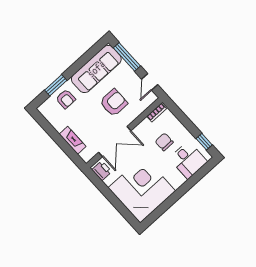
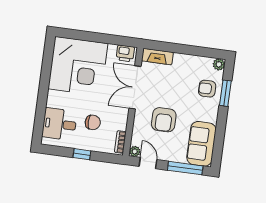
sofa: (96, 69) -> (201, 144), width x0.73
plant: (152, 98) -> (135, 151), added
plant: (44, 109) -> (219, 64), added
fireplace: (73, 140) -> (157, 57), moved
window: (204, 142) -> (82, 154), moved

